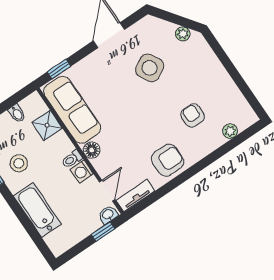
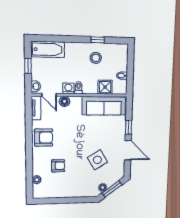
window: (176, 19) -> (112, 189), added
window: (59, 69) -> (129, 127), moved
floor lamp: (92, 150) -> (64, 101), moved
armchair: (168, 160) -> (44, 138), turned -90
bathtub: (37, 210) -> (48, 49), moved
window: (103, 232) -> (28, 66), moved

